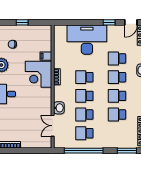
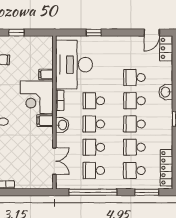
window: (109, 22) -> (94, 33), moved
desk: (87, 40) -> (74, 65), moved, turned -90
filing cabinet: (45, 93) -> (45, 121), added
washbasin: (59, 108) -> (62, 125), moved
double door: (53, 126) -> (54, 161), swing flipped
school desk: (117, 133) -> (134, 170), added

